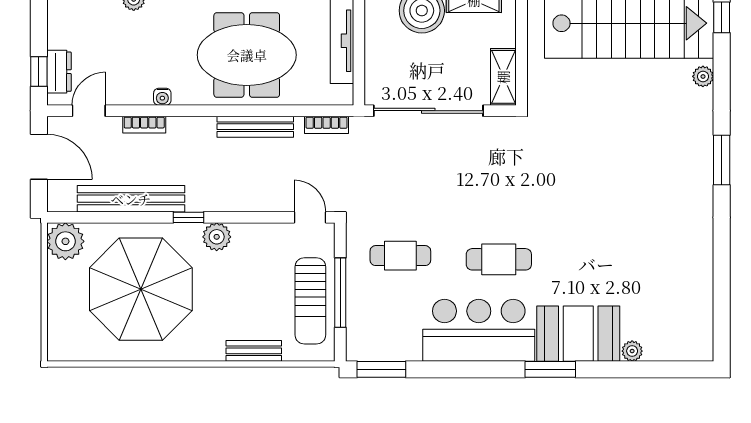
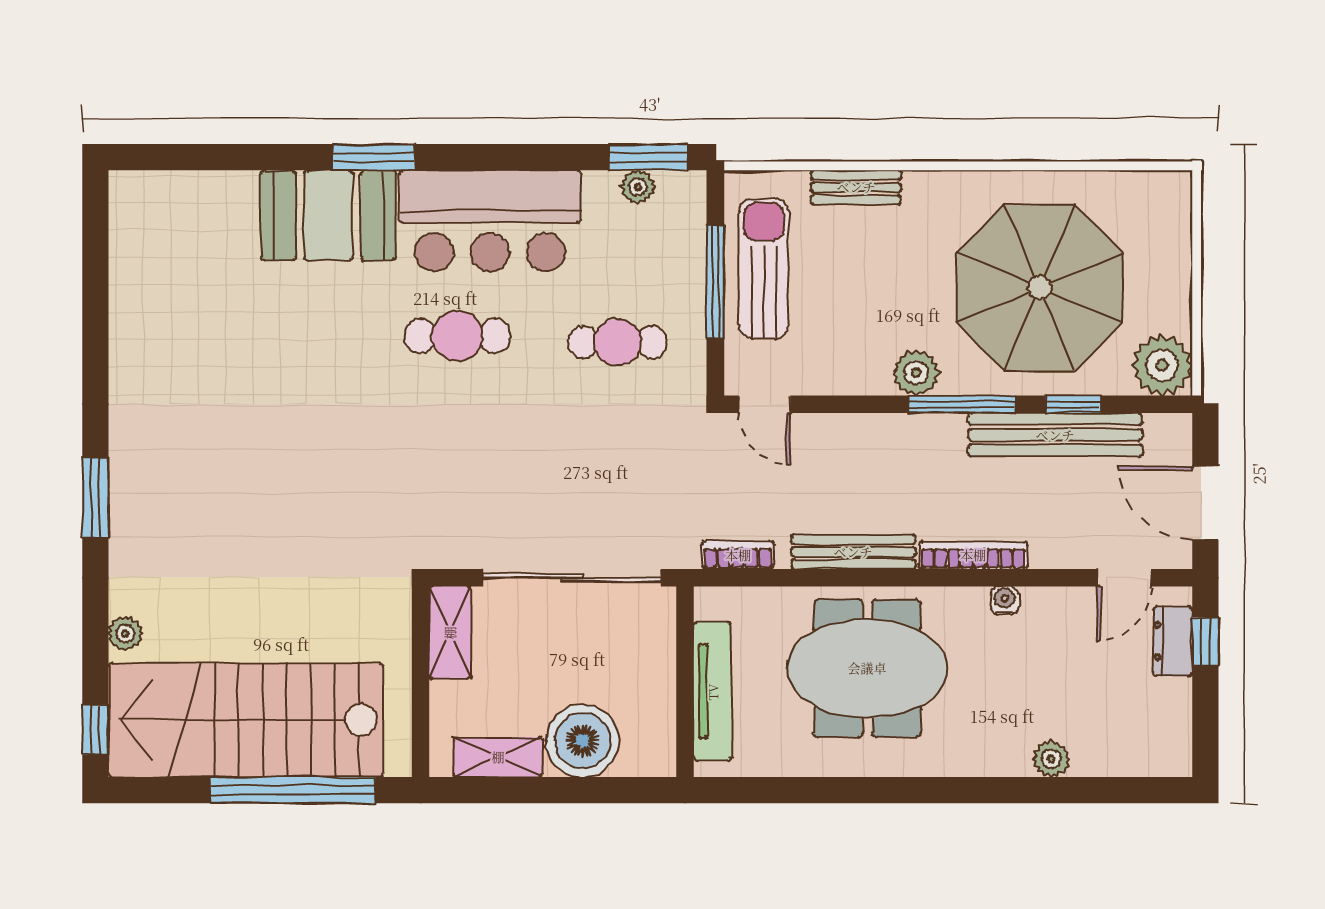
bookcase: (144, 125) -> (973, 555), moved, width x1.56
window: (120, 217) -> (1073, 404), added
window: (189, 217) -> (962, 404), width x2.17
plant: (632, 351) -> (638, 187), moved

